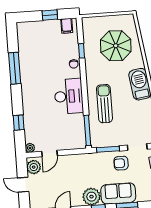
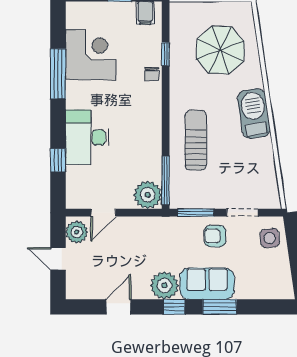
corner desk: (34, 55) -> (91, 55), added
desk: (69, 96) -> (87, 137), moved, turned 180
plant: (30, 148) -> (148, 195), moved, width x1.88, depth x1.88

